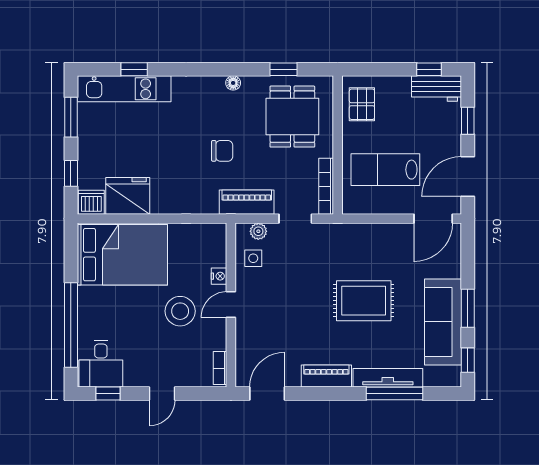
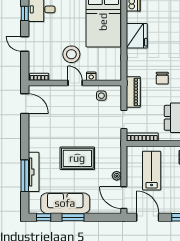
fridge: (128, 196) -> (137, 36), moved
plant: (258, 231) -> (117, 176), moved
rug: (364, 301) -> (77, 158), turned 90
piano: (326, 376) -> (35, 137), removed

